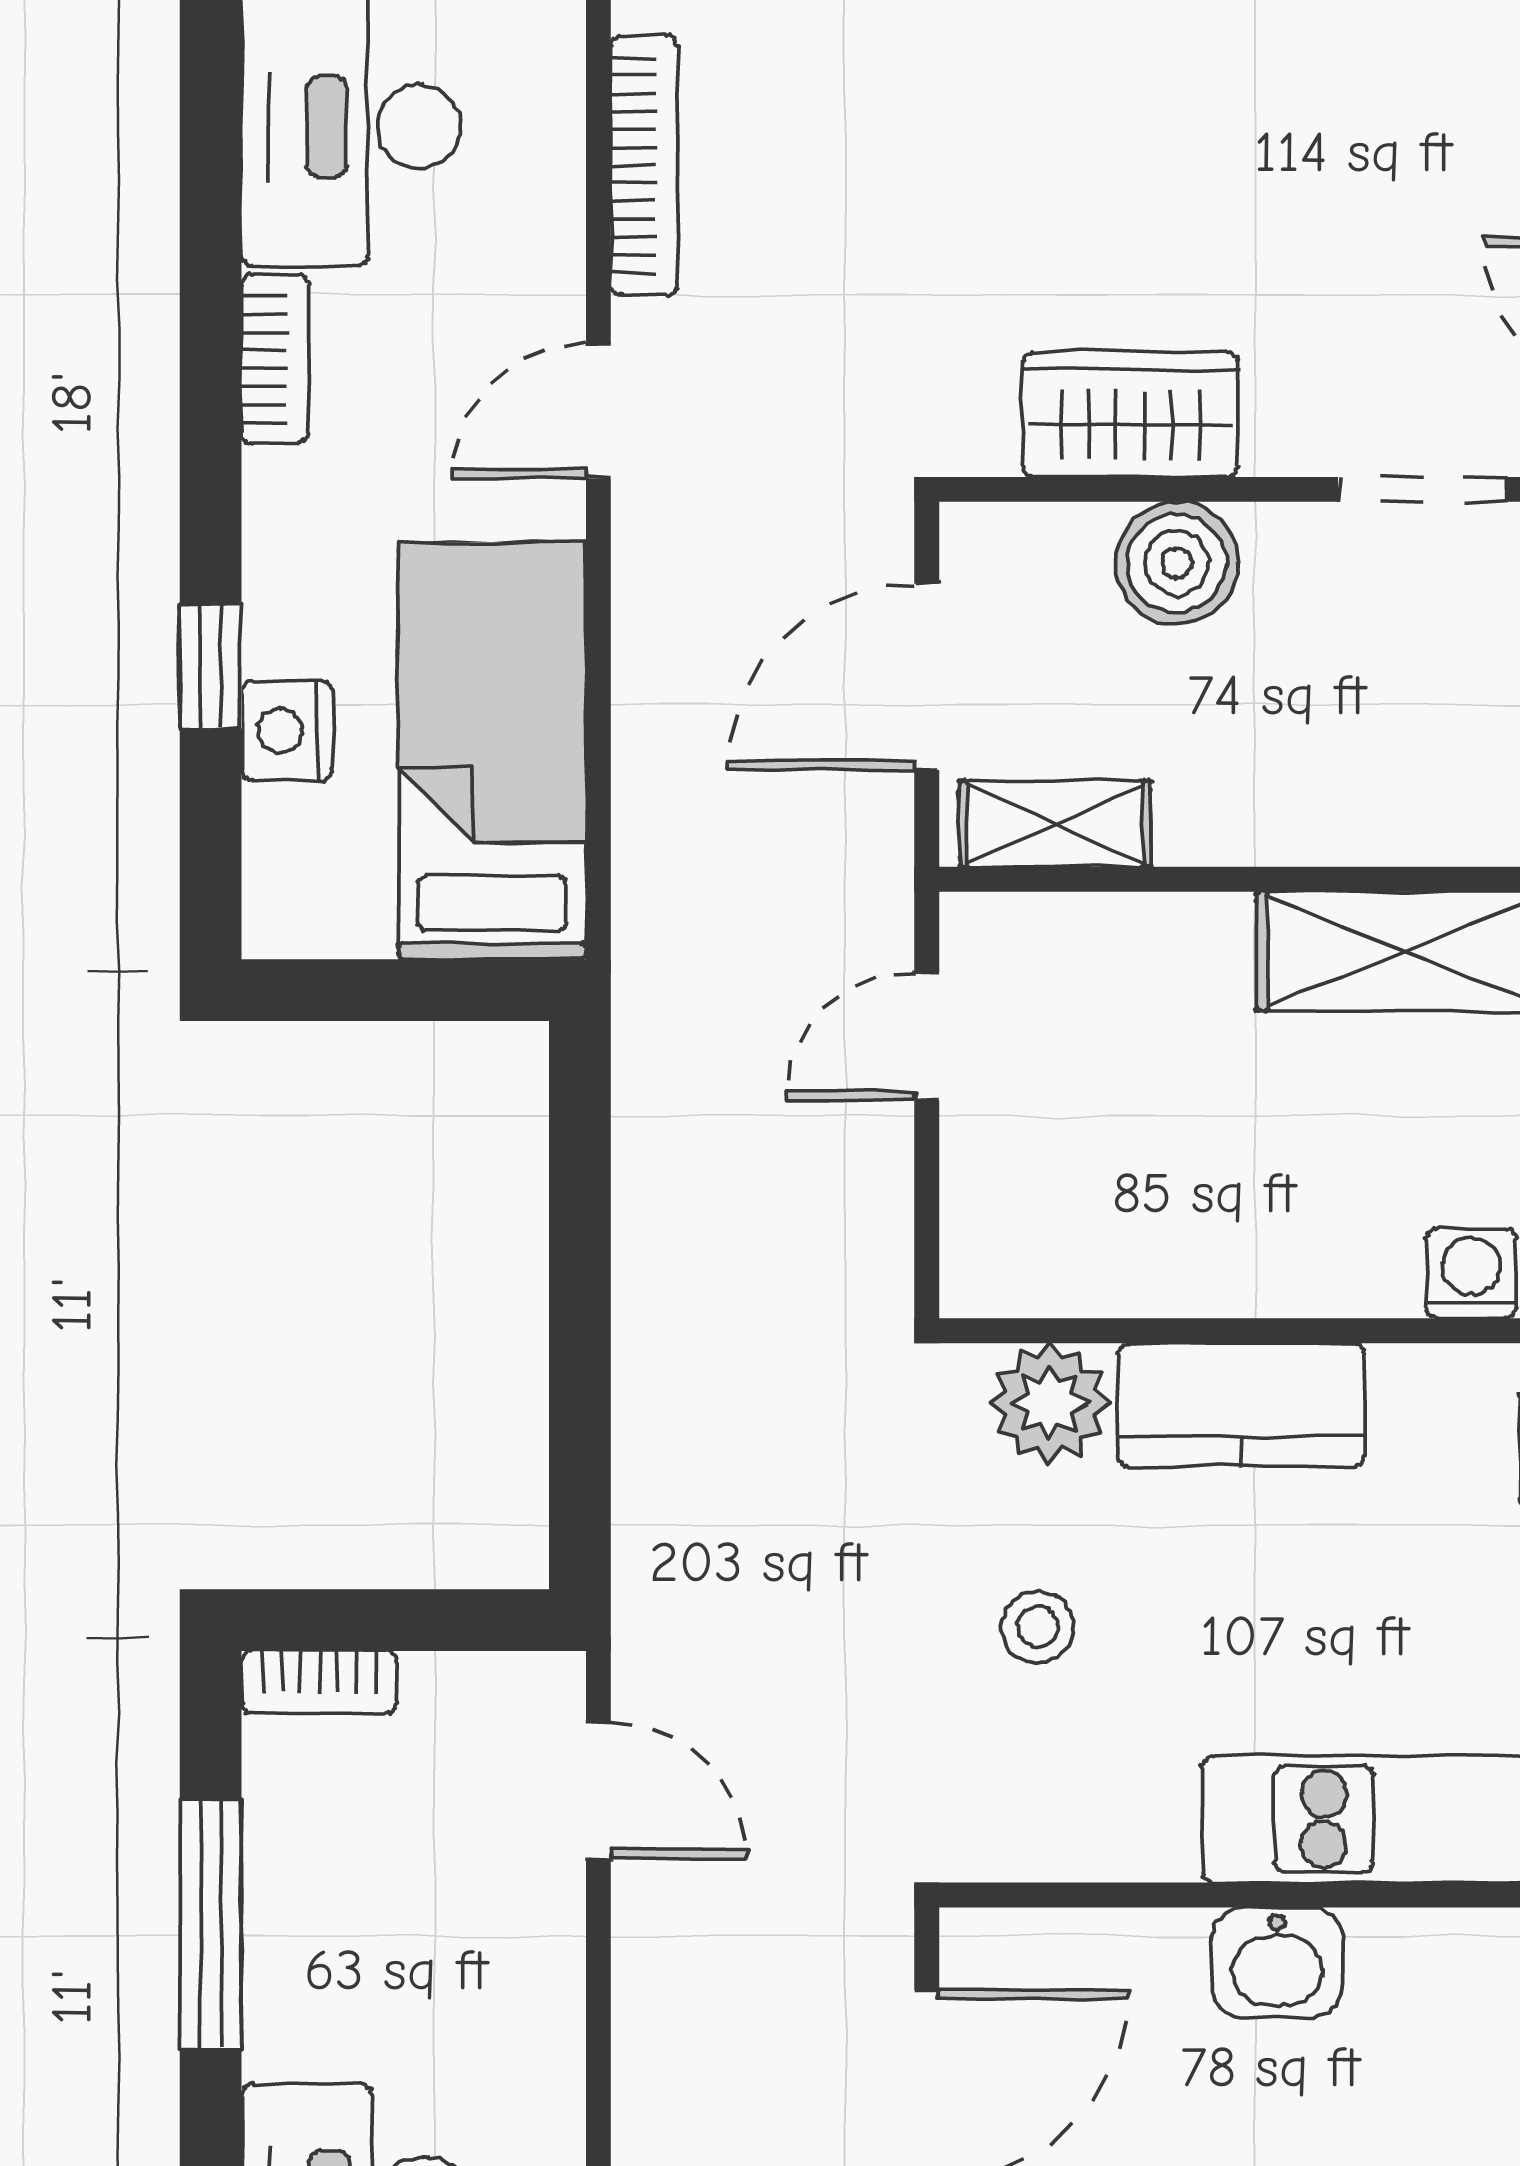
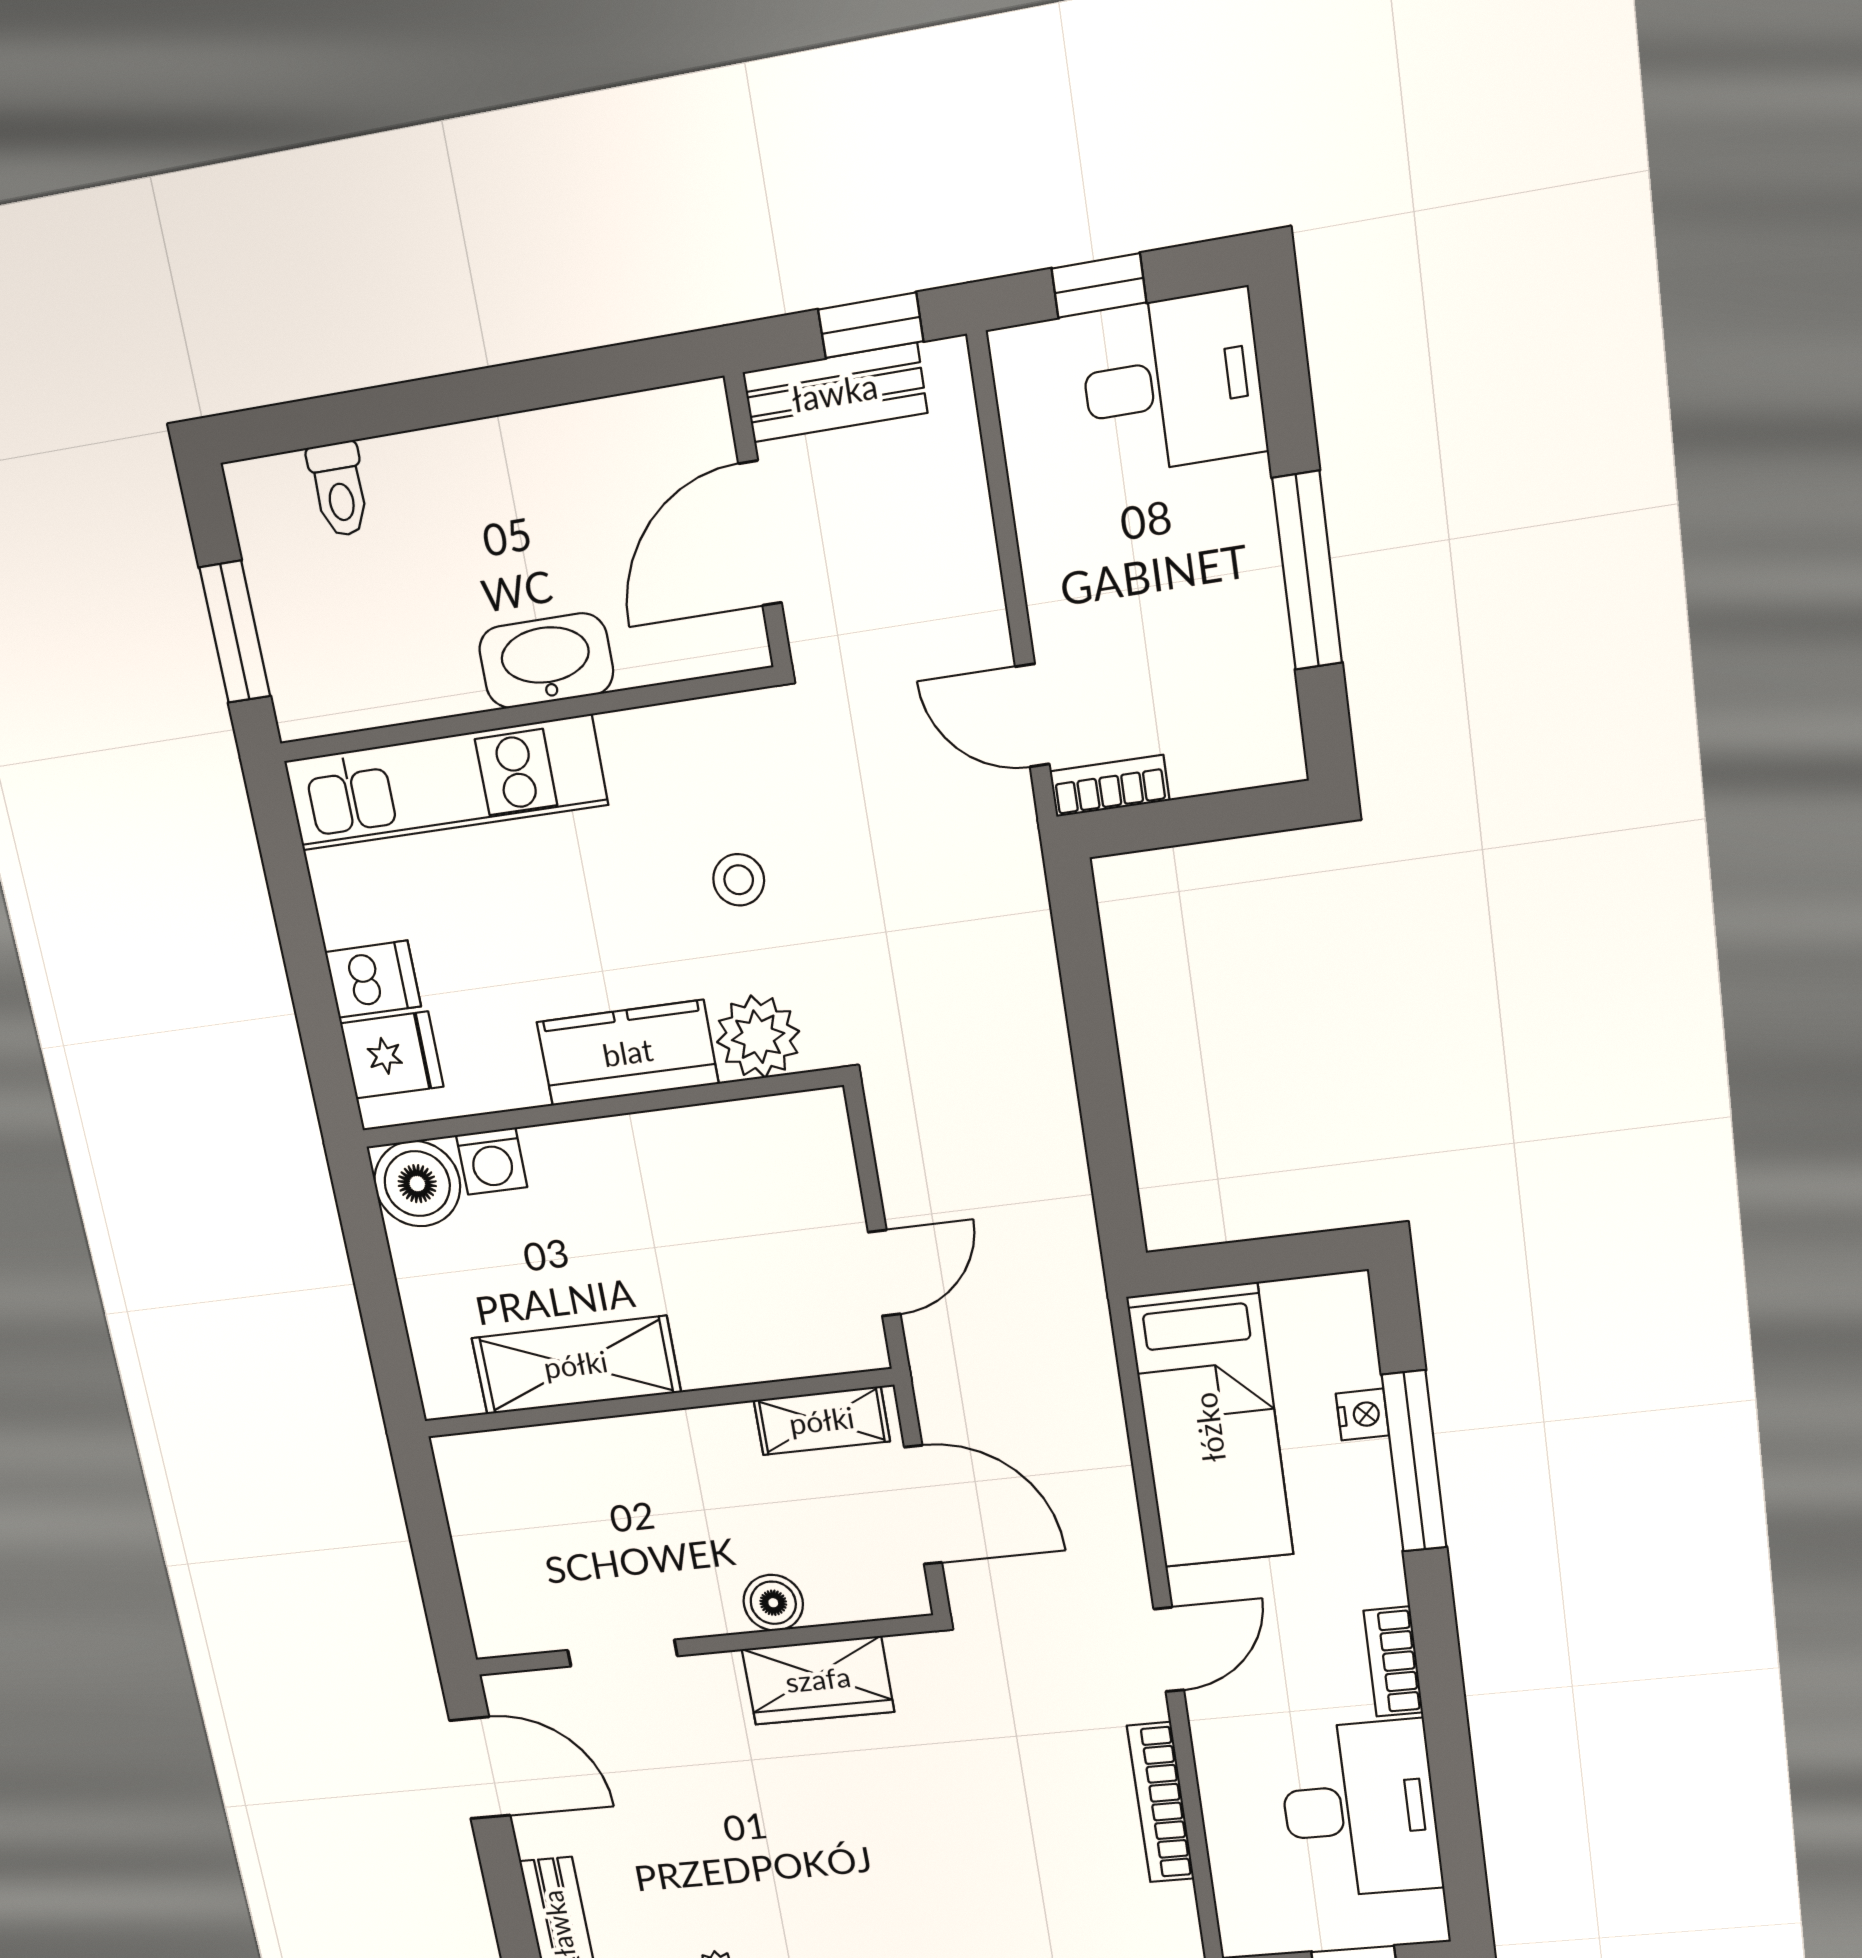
boiler: (1177, 563) -> (773, 1603), width x0.73, depth x0.73
window: (211, 666) -> (1414, 1461), width x2.17
door: (927, 677) -> (923, 1505), hinge flipped
nightstand: (287, 731) -> (1362, 1415), width x0.72, depth x0.74
bookcase: (319, 1682) -> (1110, 786), moved
washbasin: (1277, 1963) -> (546, 661), width x1.38

